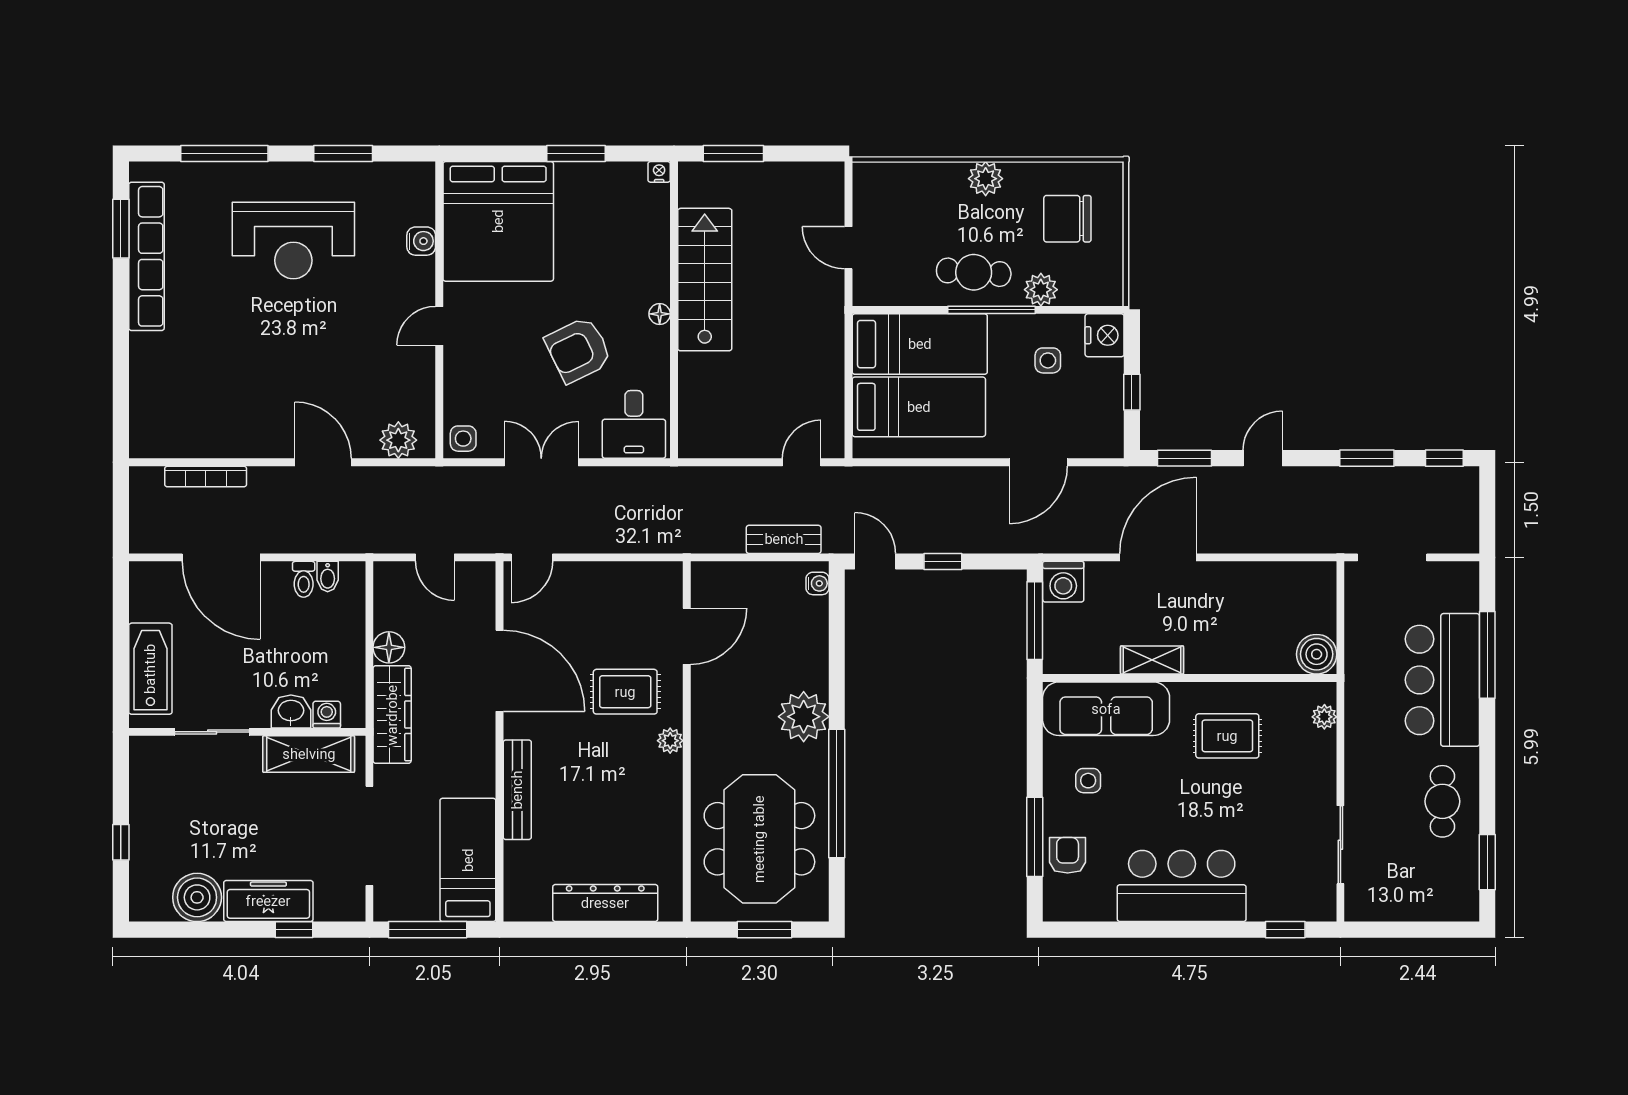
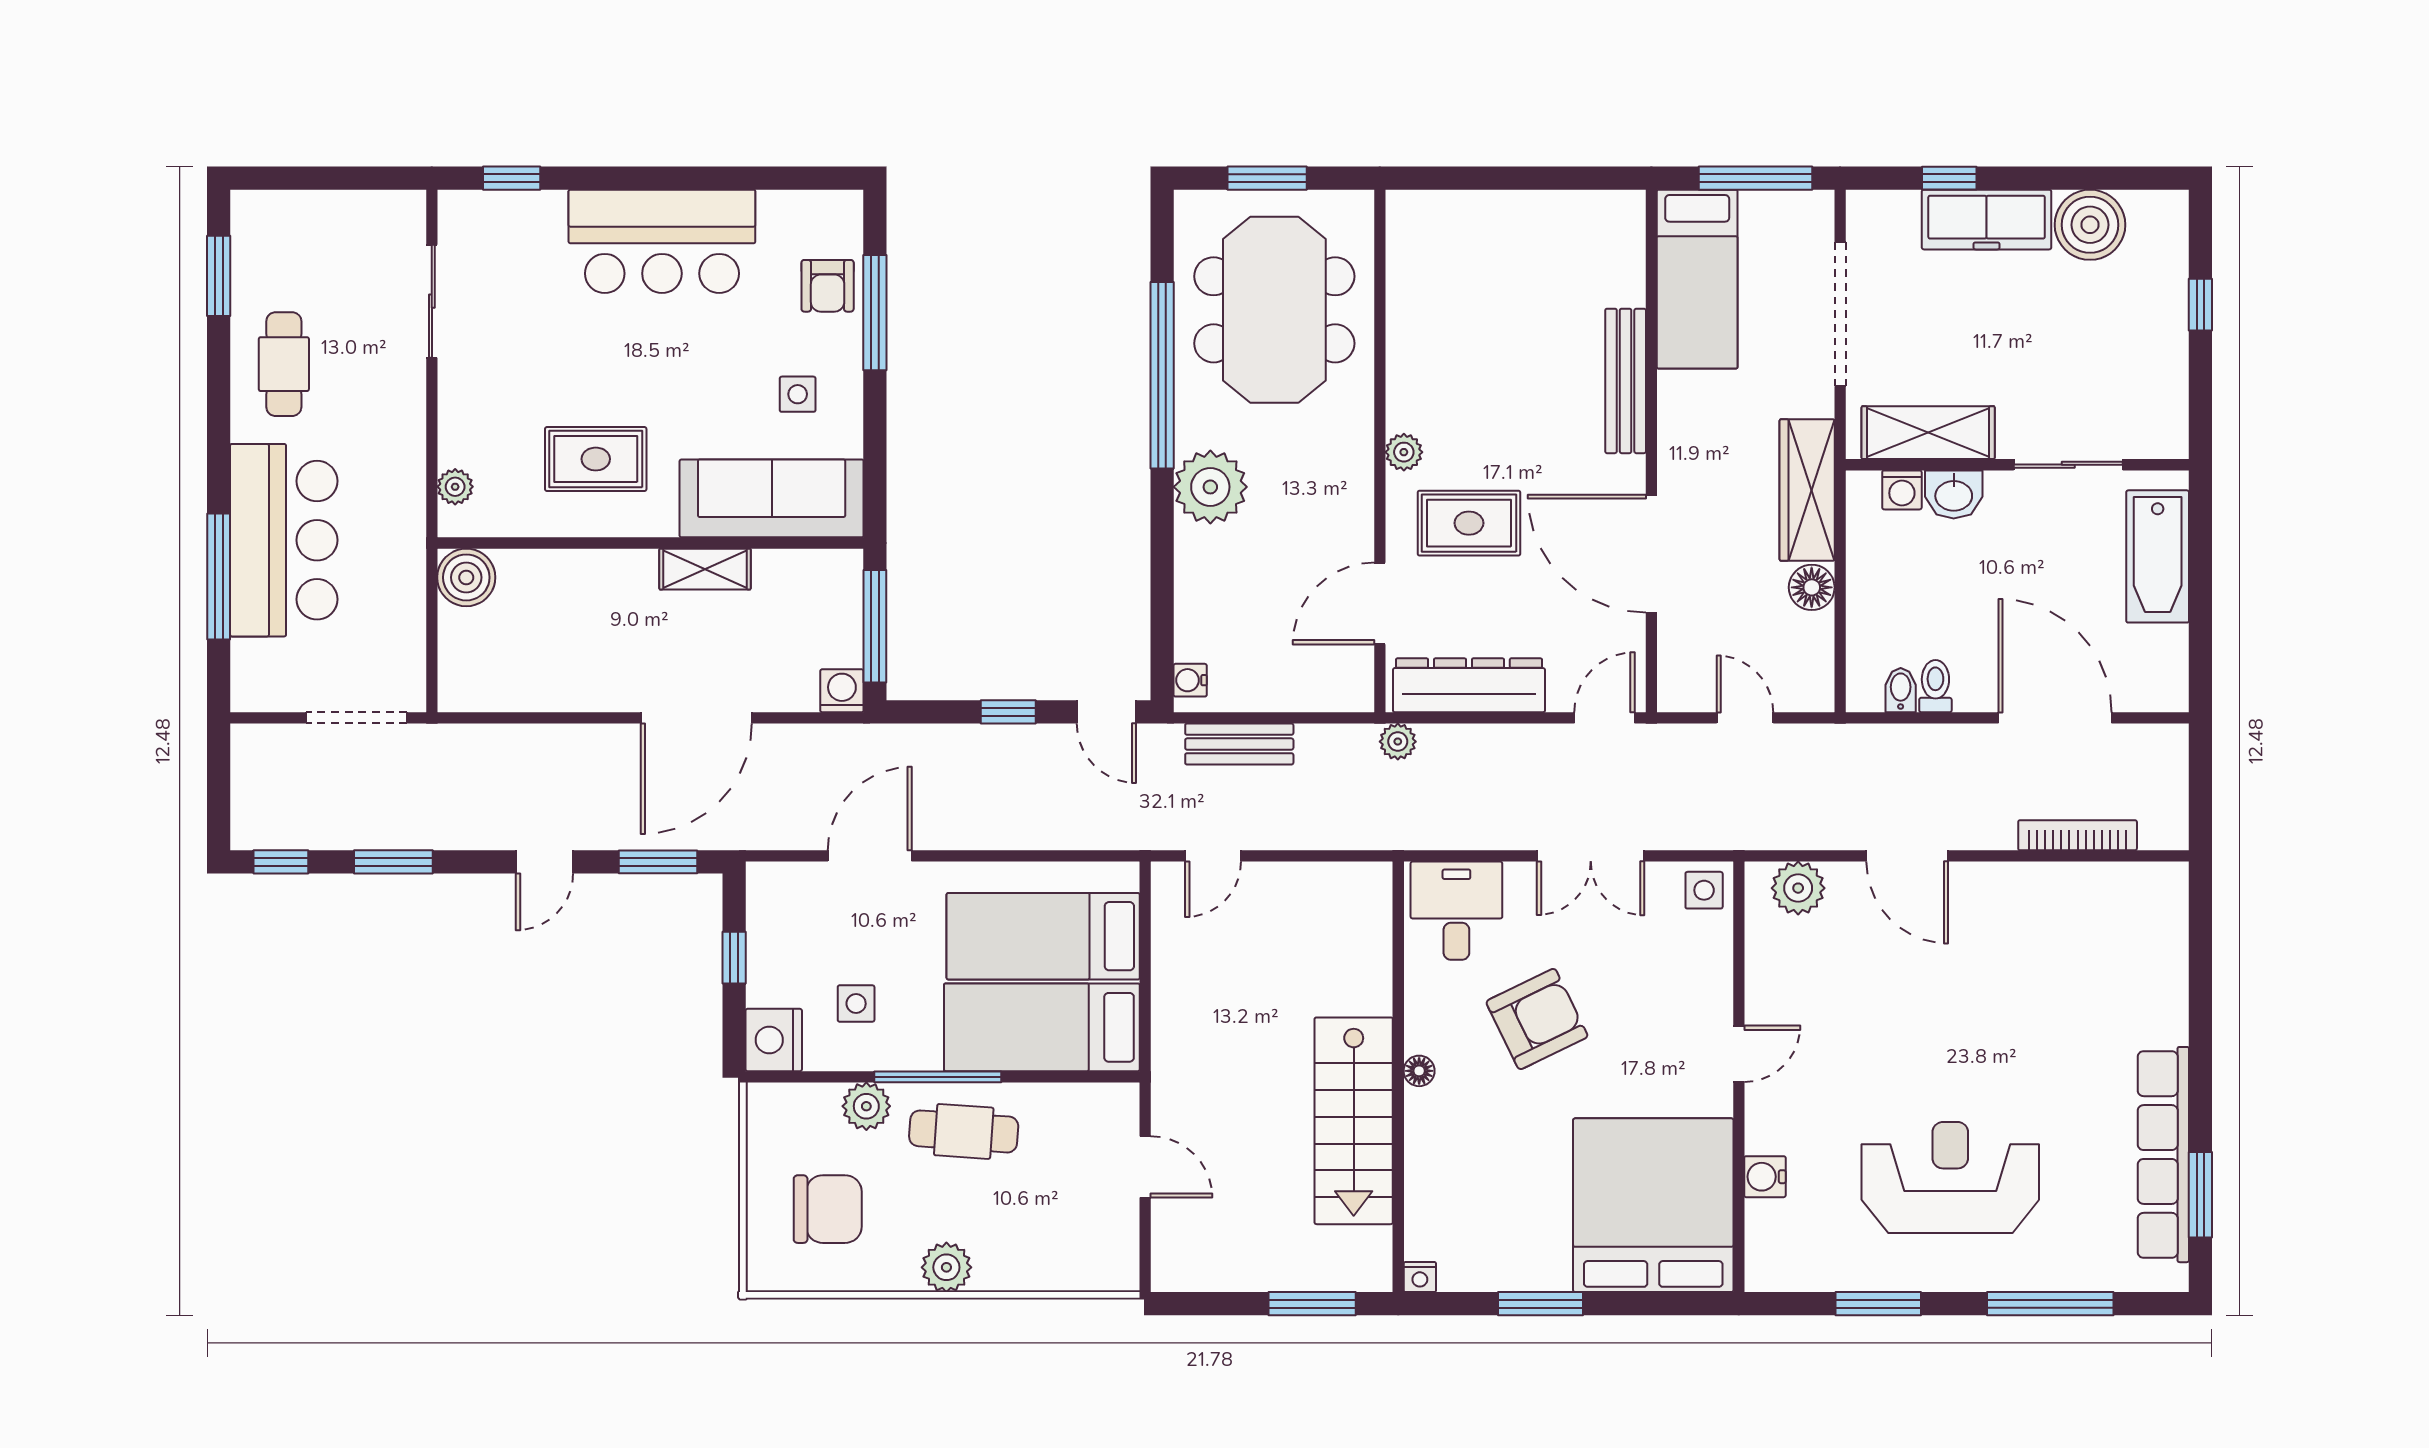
plant: (674, 541) -> (1398, 742), added
washing machine: (1063, 582) -> (842, 691), width x0.73, depth x0.73
dresser: (605, 903) -> (1469, 685), moved, turned 180

